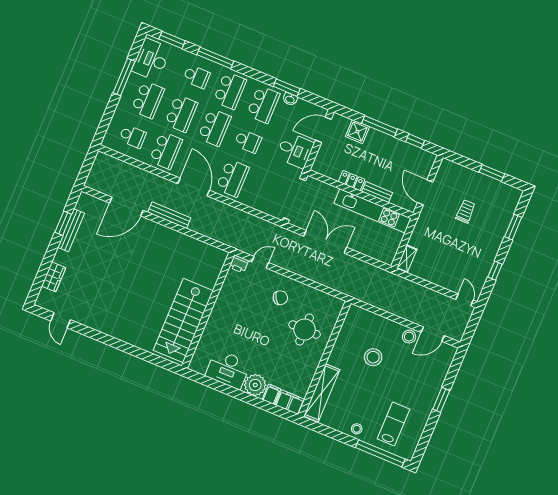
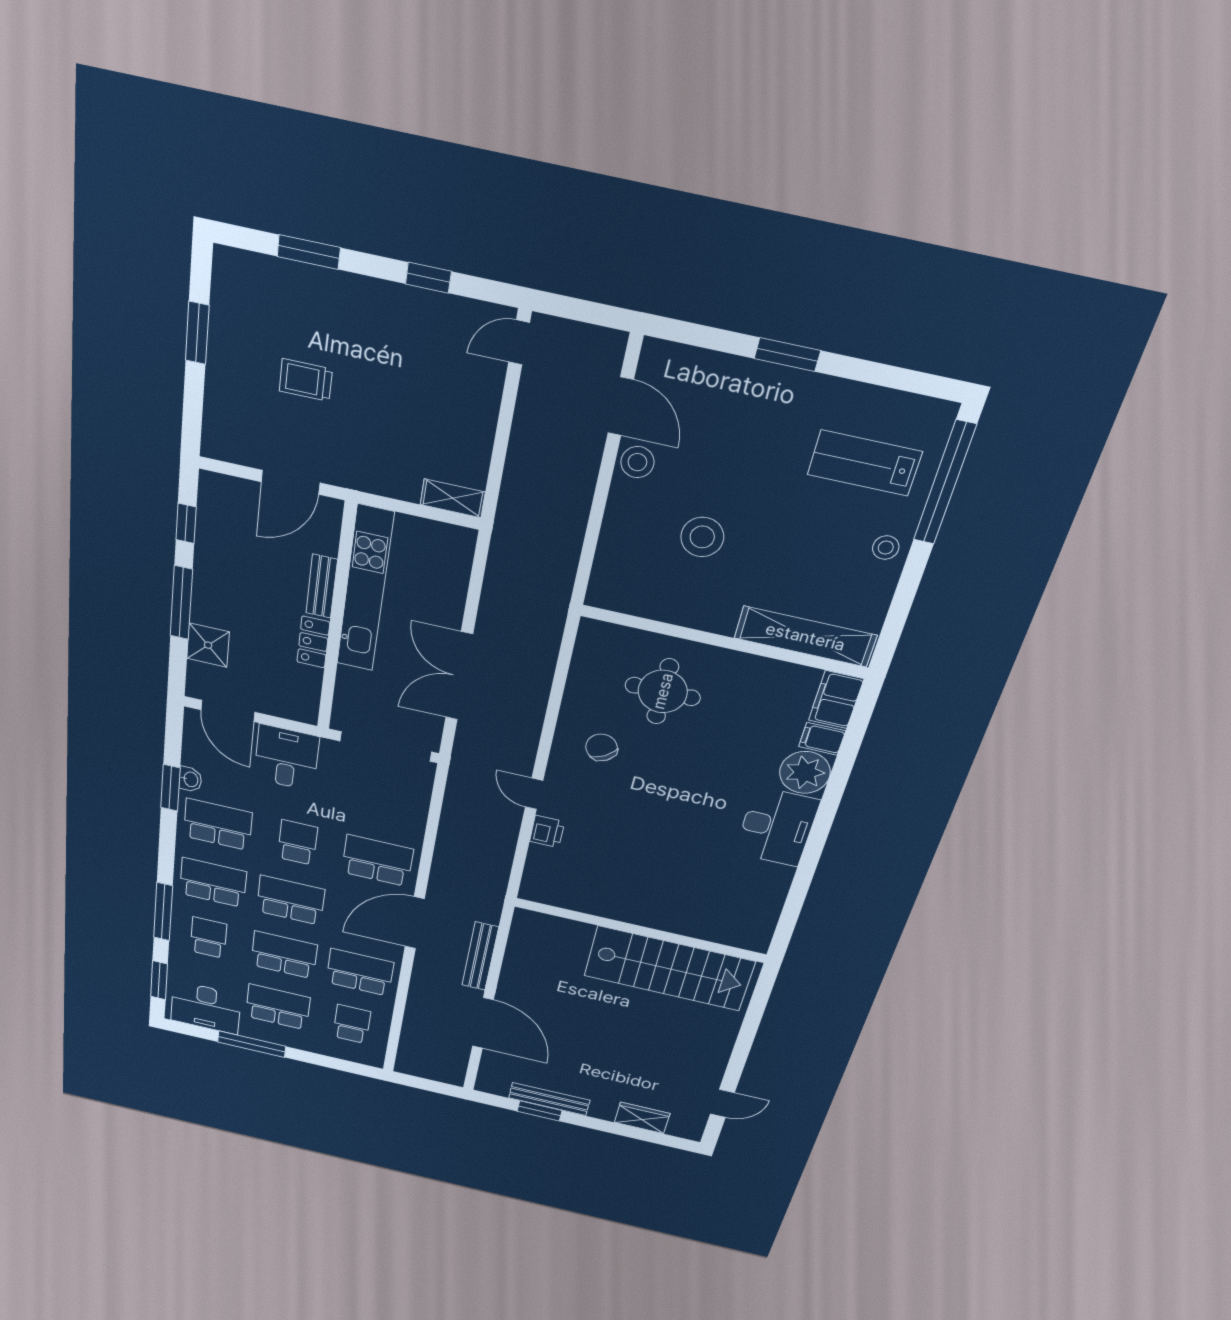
wall: (208, 310) -> (640, 930), moved
stairs: (183, 320) -> (669, 969), moved

